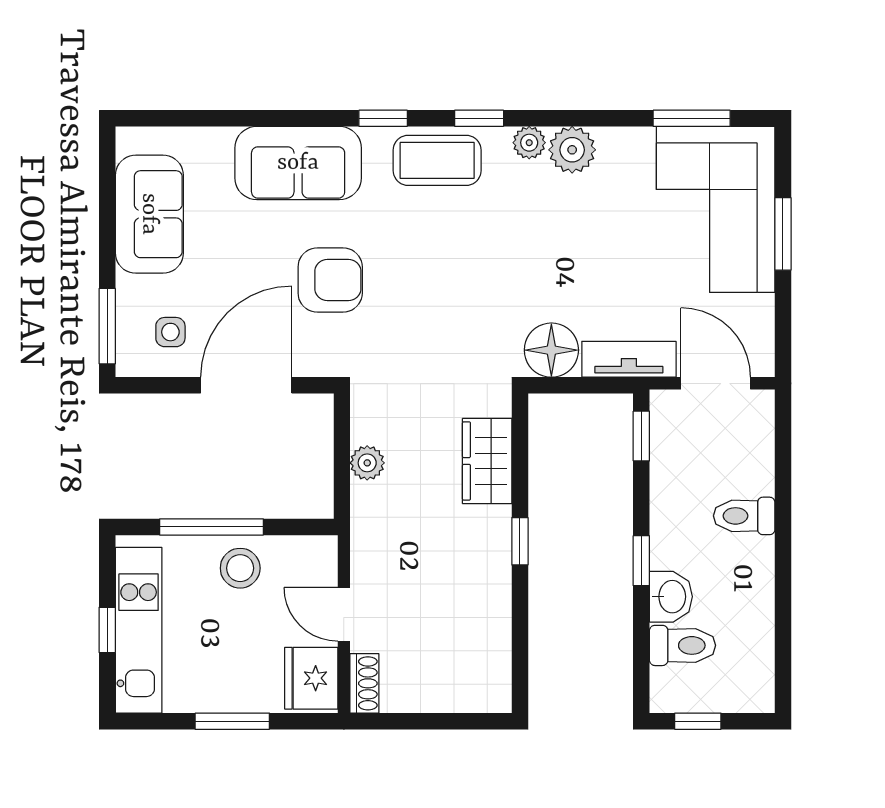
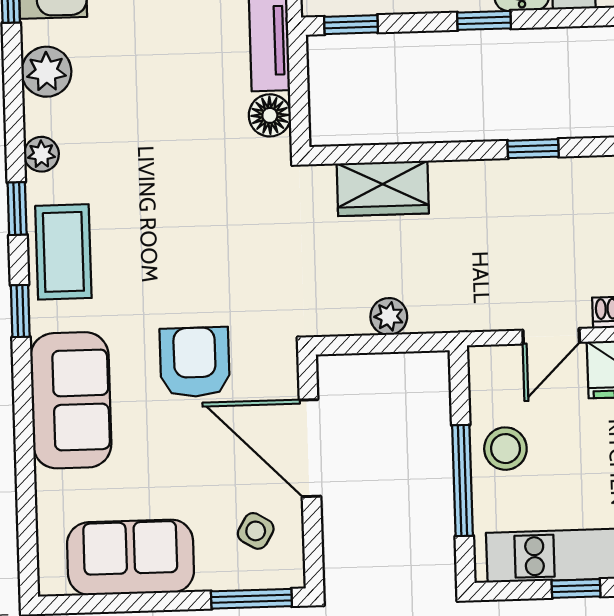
plant: (572, 150) -> (46, 72), moved
side table: (170, 332) -> (256, 531), turned 31
floor lamp: (551, 350) -> (270, 115), width x0.73, depth x0.73
window: (520, 541) -> (533, 149), moved

